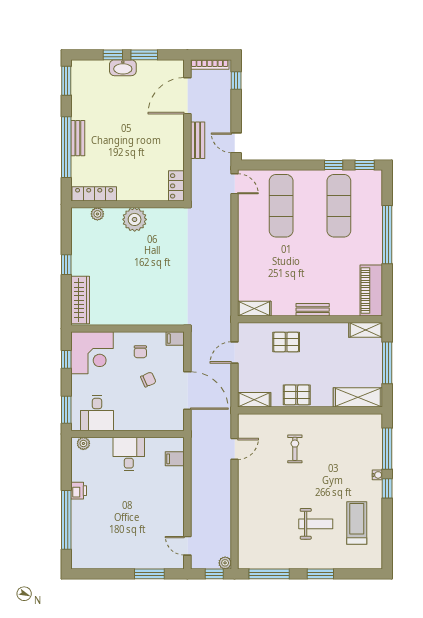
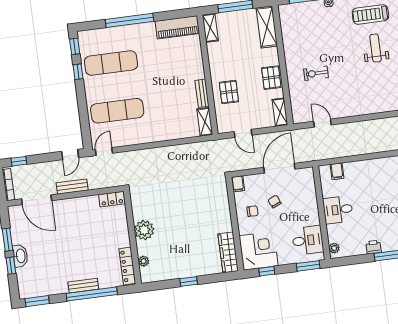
wardrobe: (80, 300) -> (228, 252), moved, turned -90
bench: (313, 310) -> (202, 93), moved

